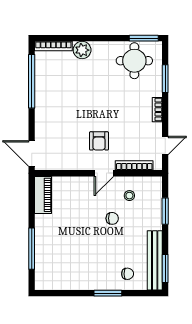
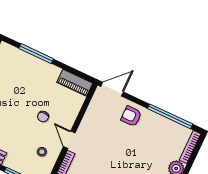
armchair: (99, 141) -> (131, 116), moved
chair: (112, 218) -> (43, 117), moved

